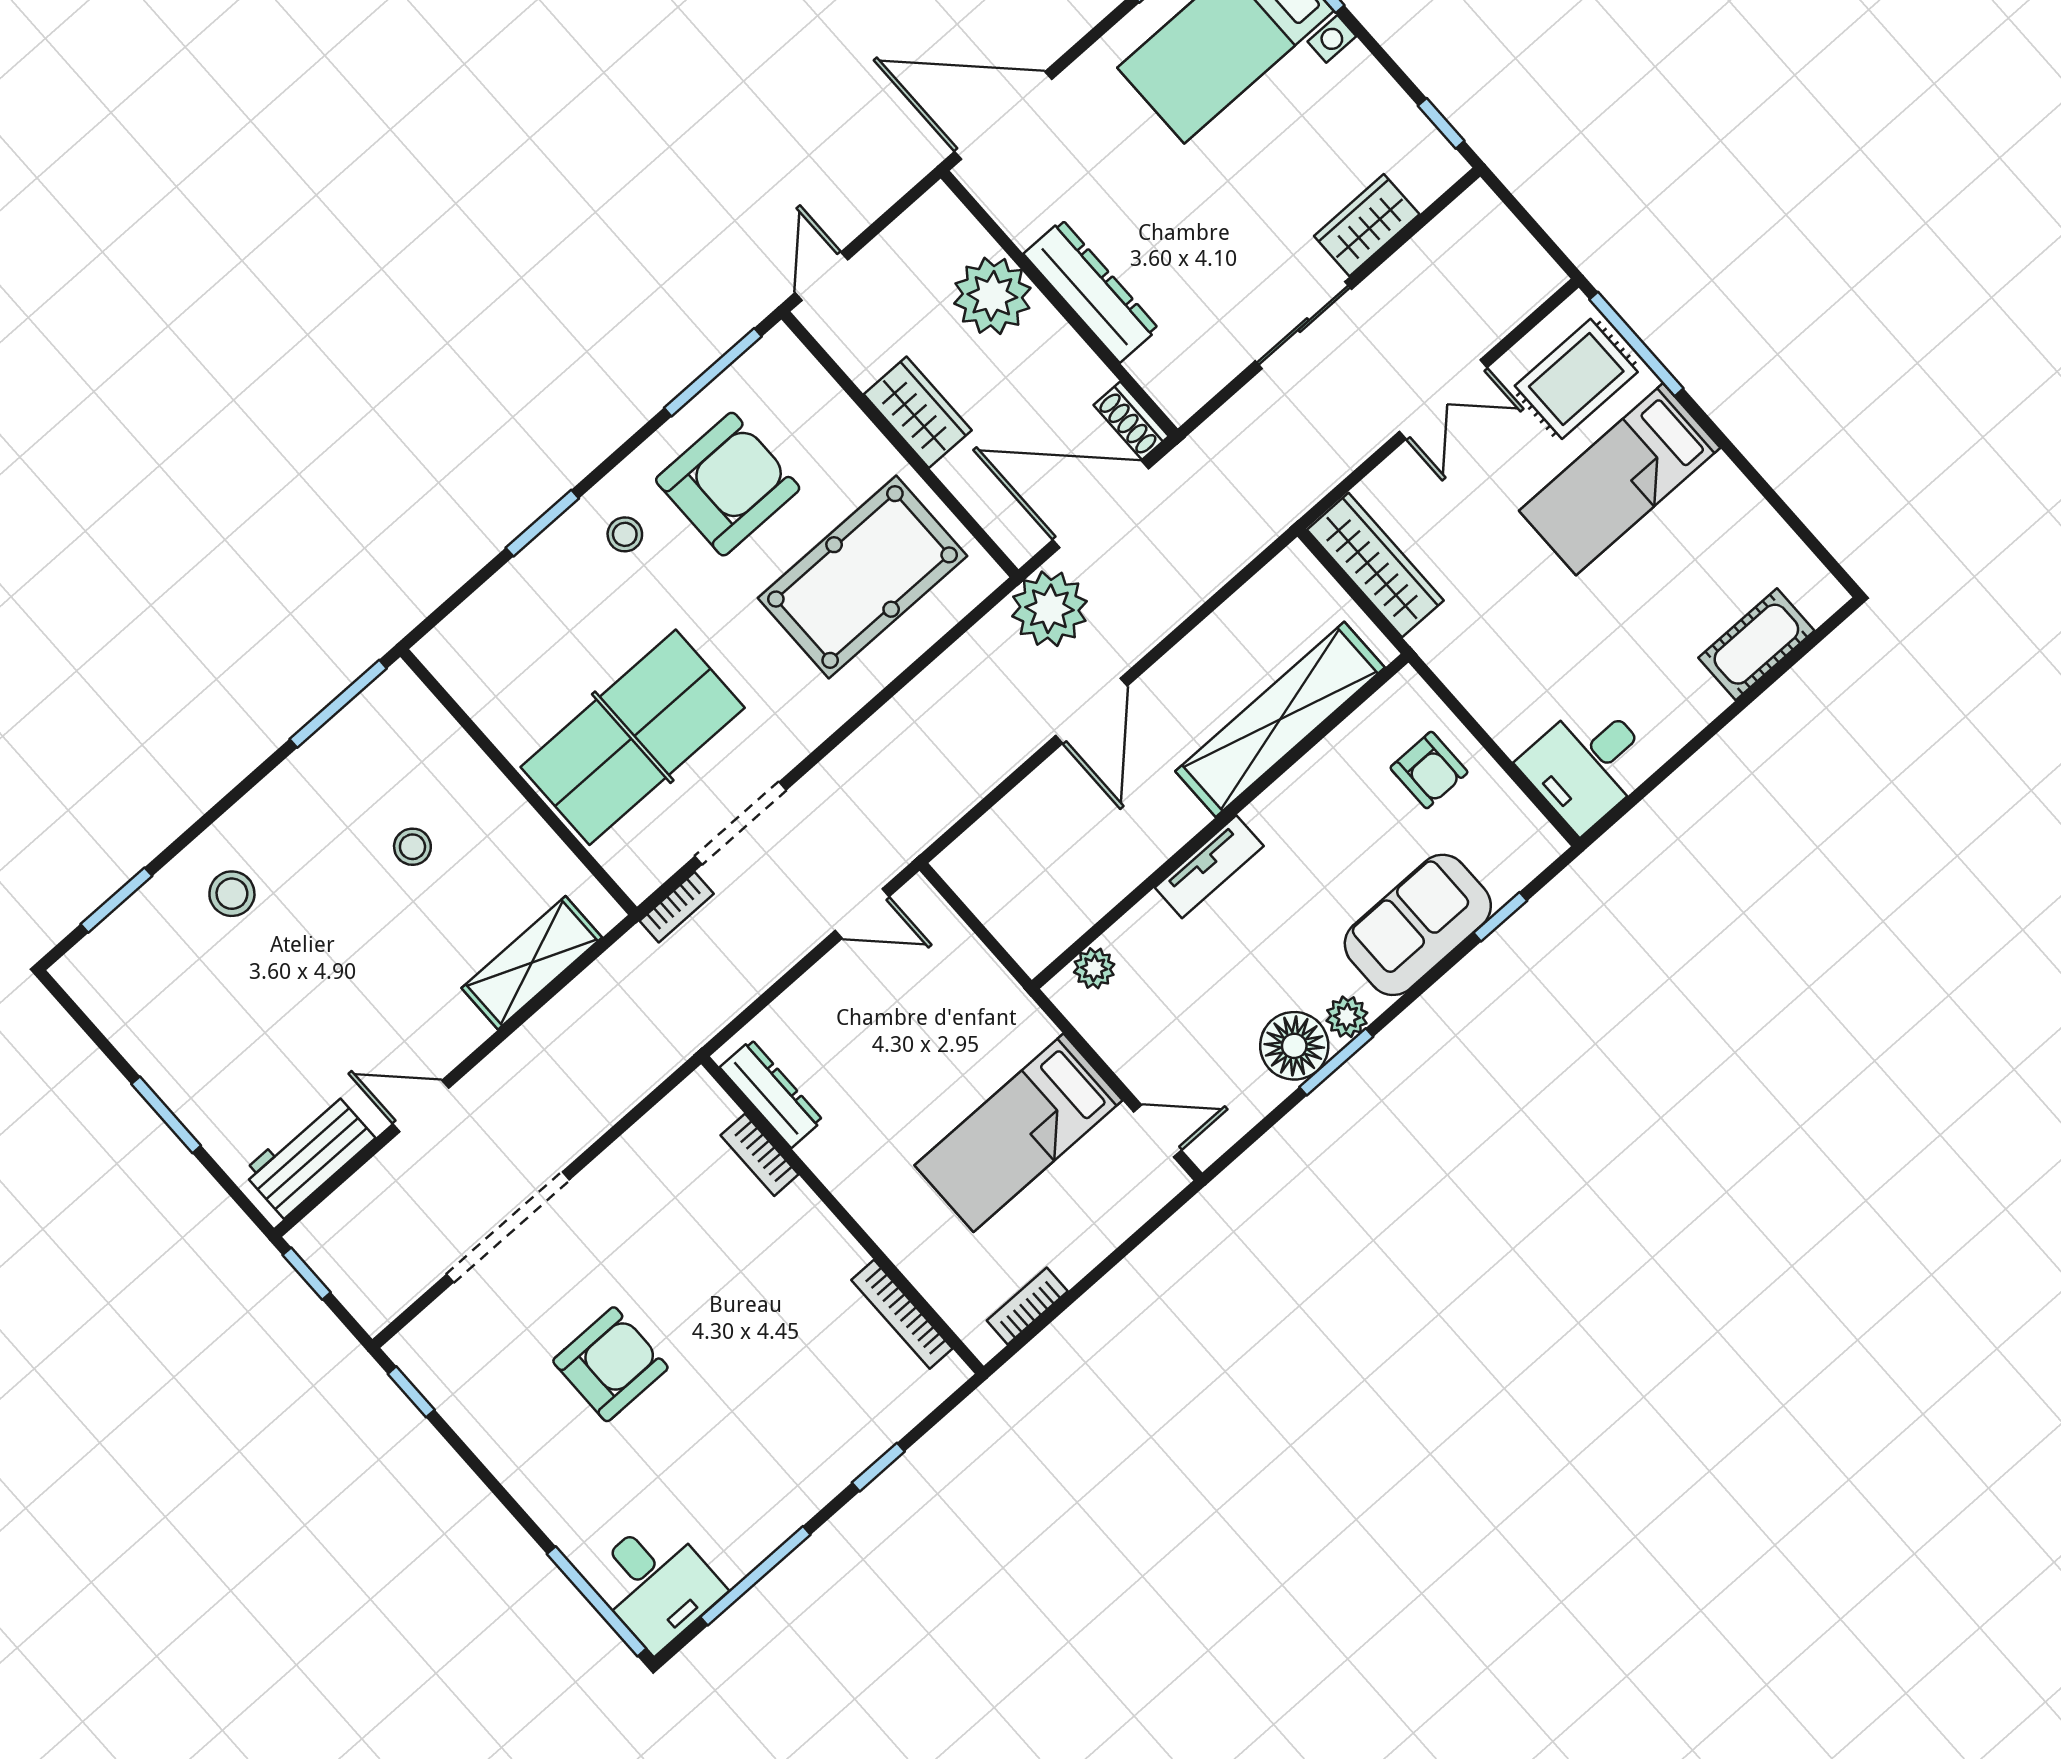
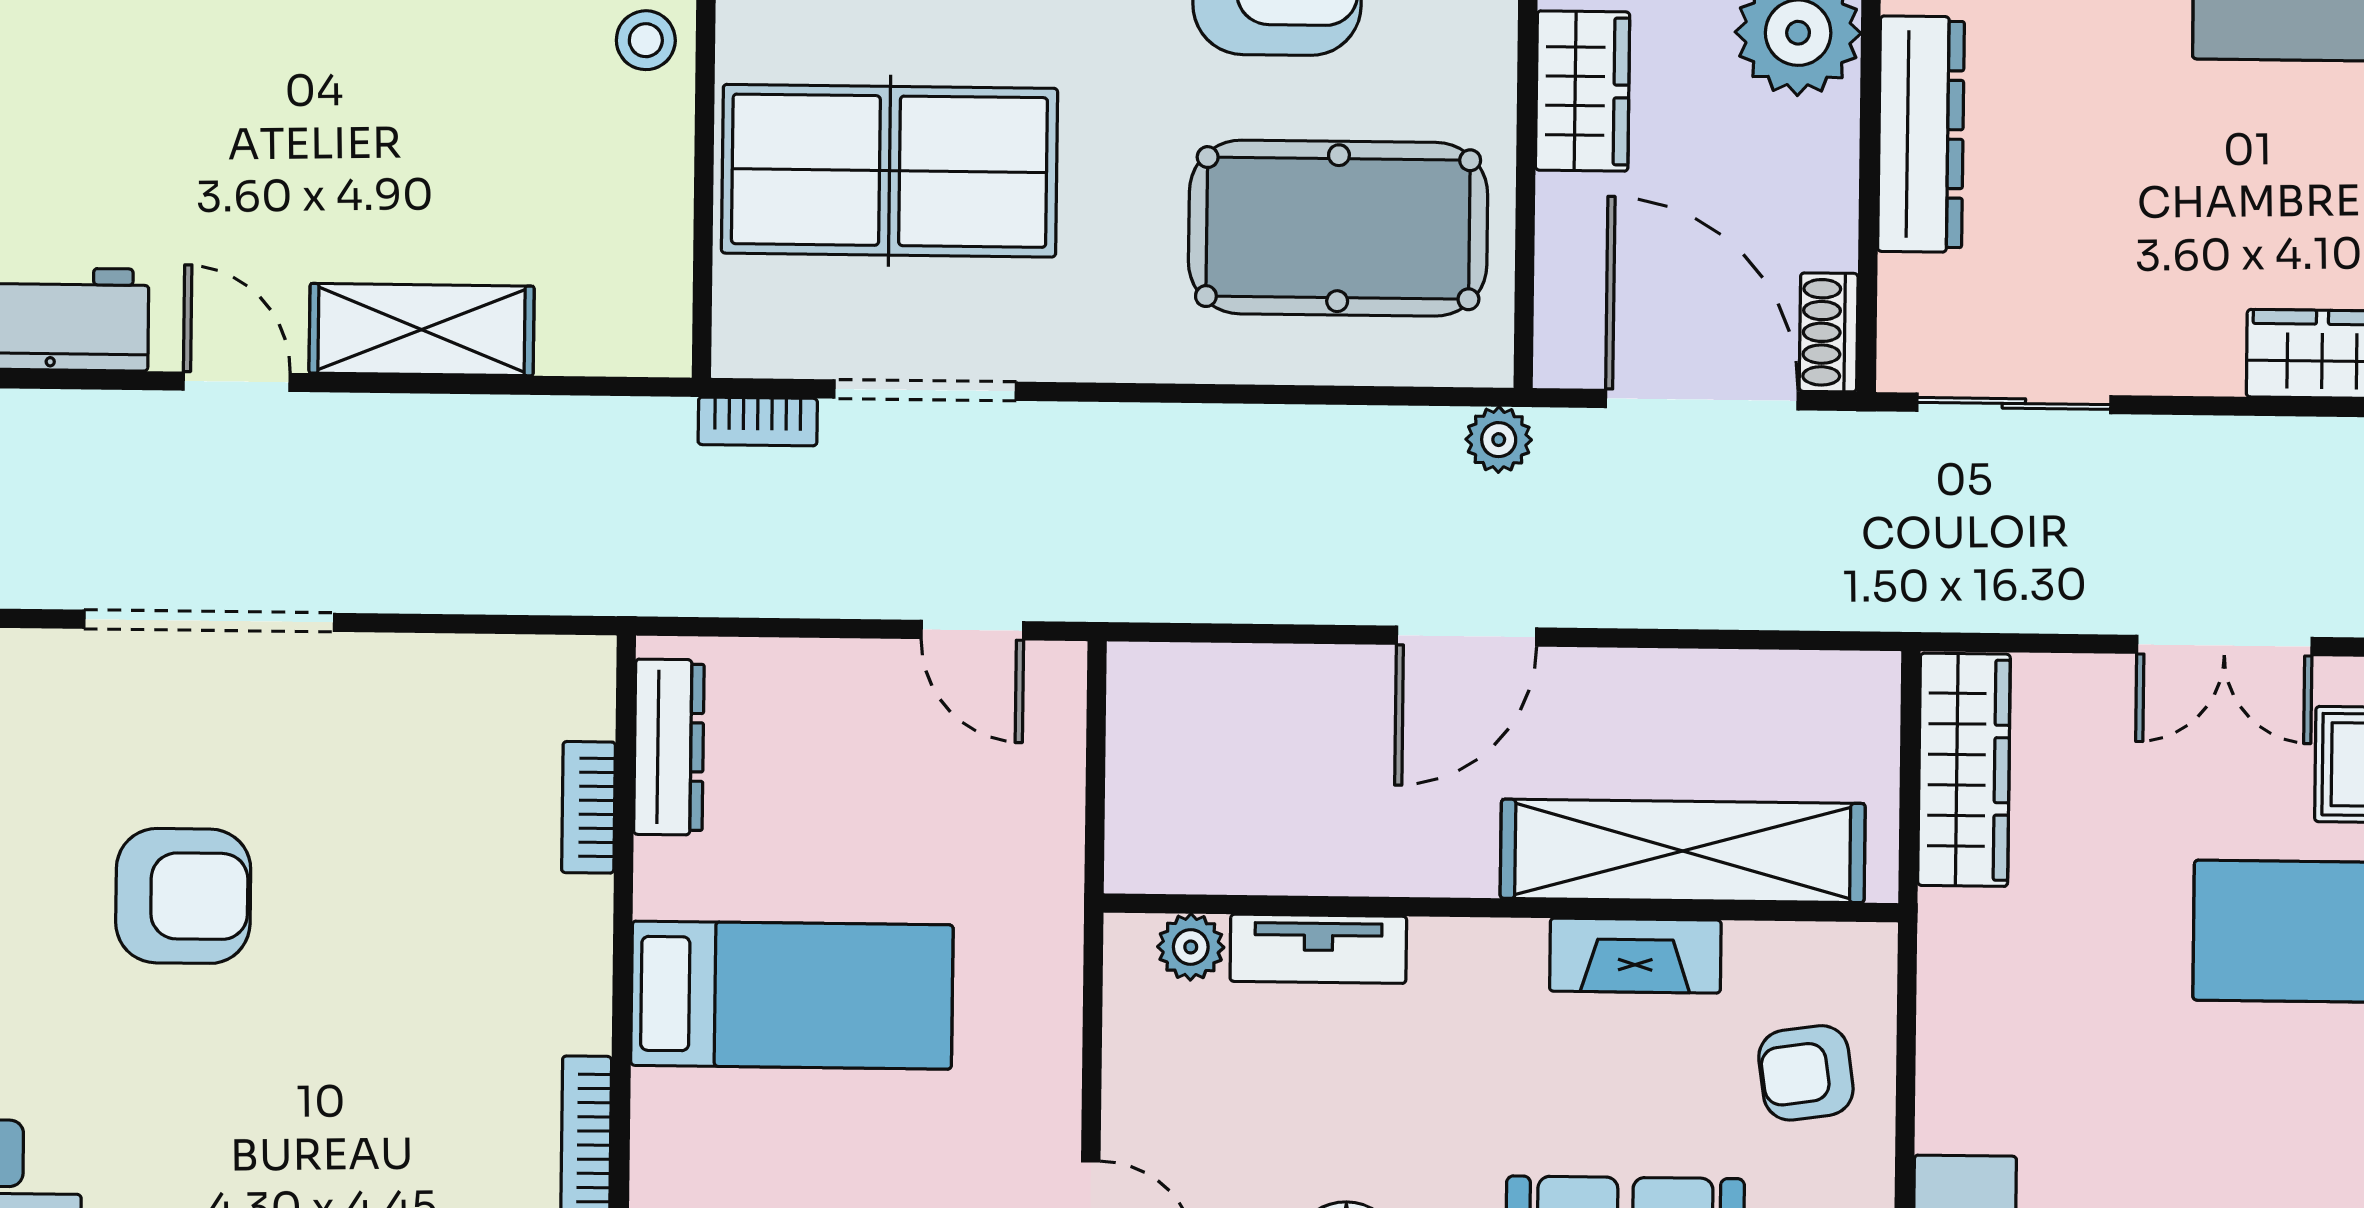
sliding door: (1304, 325) -> (2014, 403), moved
plant: (1049, 609) -> (1499, 440), width x0.53, depth x0.53
armchair: (1429, 770) -> (1806, 1073), turned 82
fireplace: (1302, 787) -> (1635, 956), added
stool: (412, 847) -> (646, 40), moved
tv unit: (1209, 867) -> (1318, 949), moved
shelving: (532, 963) -> (422, 330), moved
bed: (1019, 1133) -> (792, 995), moved, turned 180

